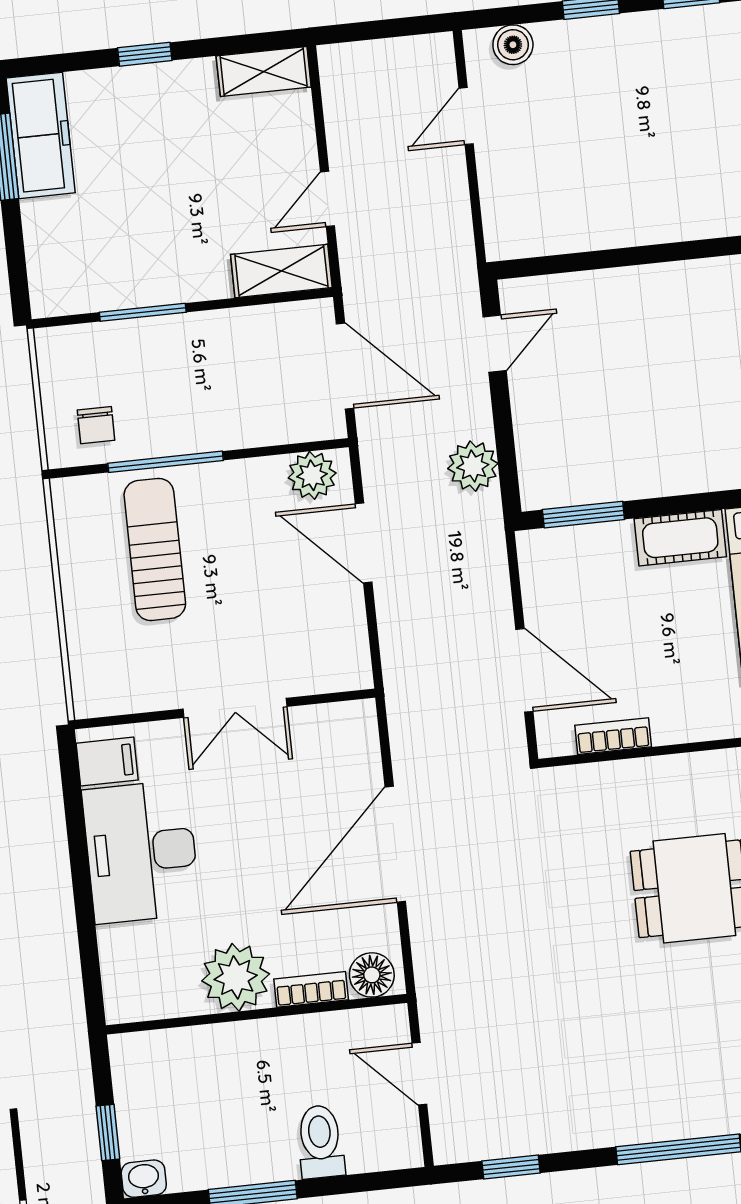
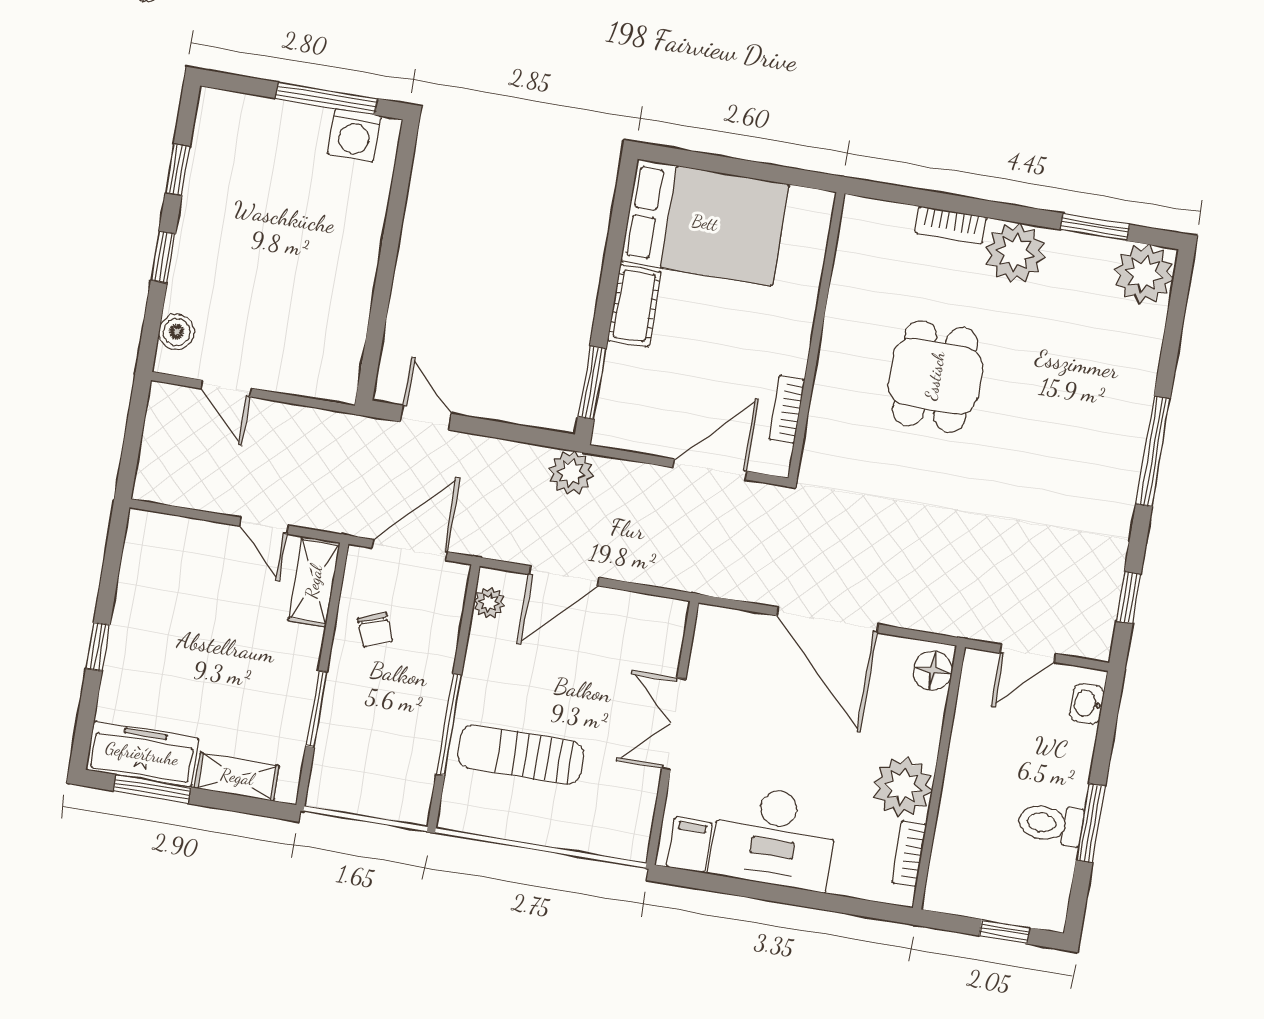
shelving: (264, 71) -> (237, 777), moved, turned 90
chair: (96, 425) -> (375, 630), moved, turned 68
plant: (473, 466) -> (571, 473), moved
plant: (312, 475) -> (489, 603), width x0.73, depth x0.73
double door: (235, 708) -> (674, 724), swing flipped
bookcase: (311, 989) -> (909, 854), moved
toilet: (320, 1142) -> (1050, 824), moved
washbasin: (144, 1179) -> (1087, 704), moved

